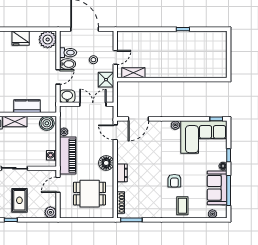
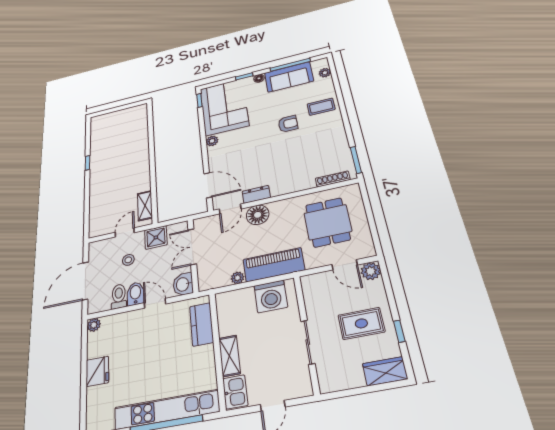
plant: (48, 39) -> (94, 325), width x0.53, depth x0.53
door: (115, 57) -> (125, 232), hinge flipped
kitchen counter: (27, 106) -> (202, 324), moved
boiler: (47, 123) -> (227, 306), removed
washing machine: (51, 155) -> (271, 296), width x1.89, depth x1.89
floor lamp: (106, 163) -> (258, 215), moved
dresser: (122, 173) -> (256, 194), moved
door: (58, 185) -> (345, 265), moved

